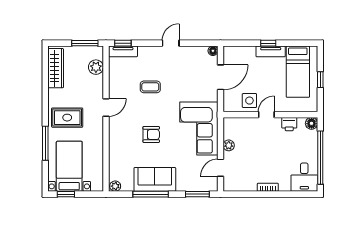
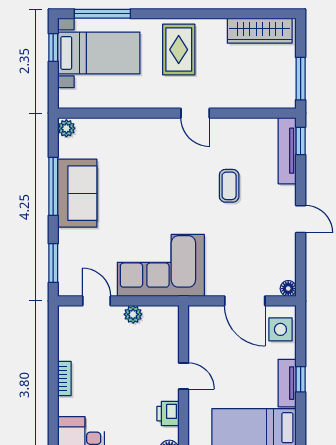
tv unit: (123, 51) -> (287, 151), width x1.41
plant: (96, 67) -> (261, 97), removed
side table: (249, 101) -> (280, 329), moved
armchair: (151, 134) -> (151, 187), removed
window: (45, 143) -> (102, 14), moved

